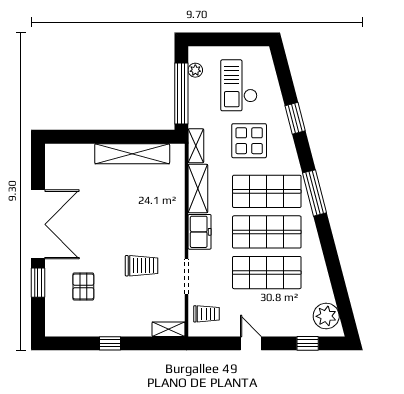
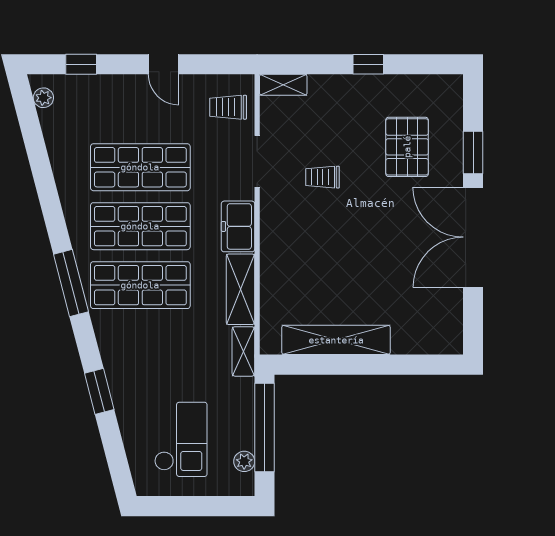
display table: (249, 141) -> (166, 359), removed
trolley: (142, 266) -> (322, 177), width x0.73, depth x0.72
pallet: (83, 287) -> (407, 147), width x1.50, depth x1.42
plant: (326, 316) -> (43, 98), width x0.53, depth x0.53

